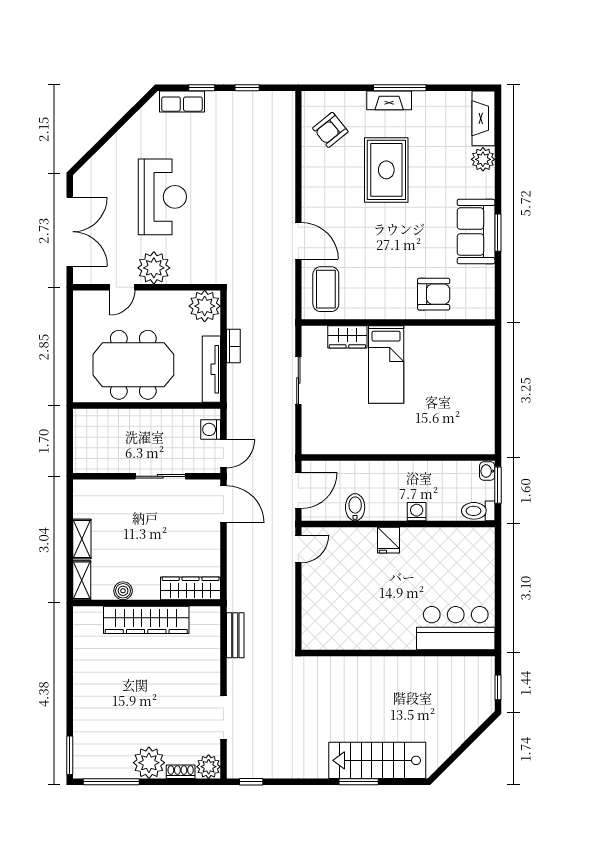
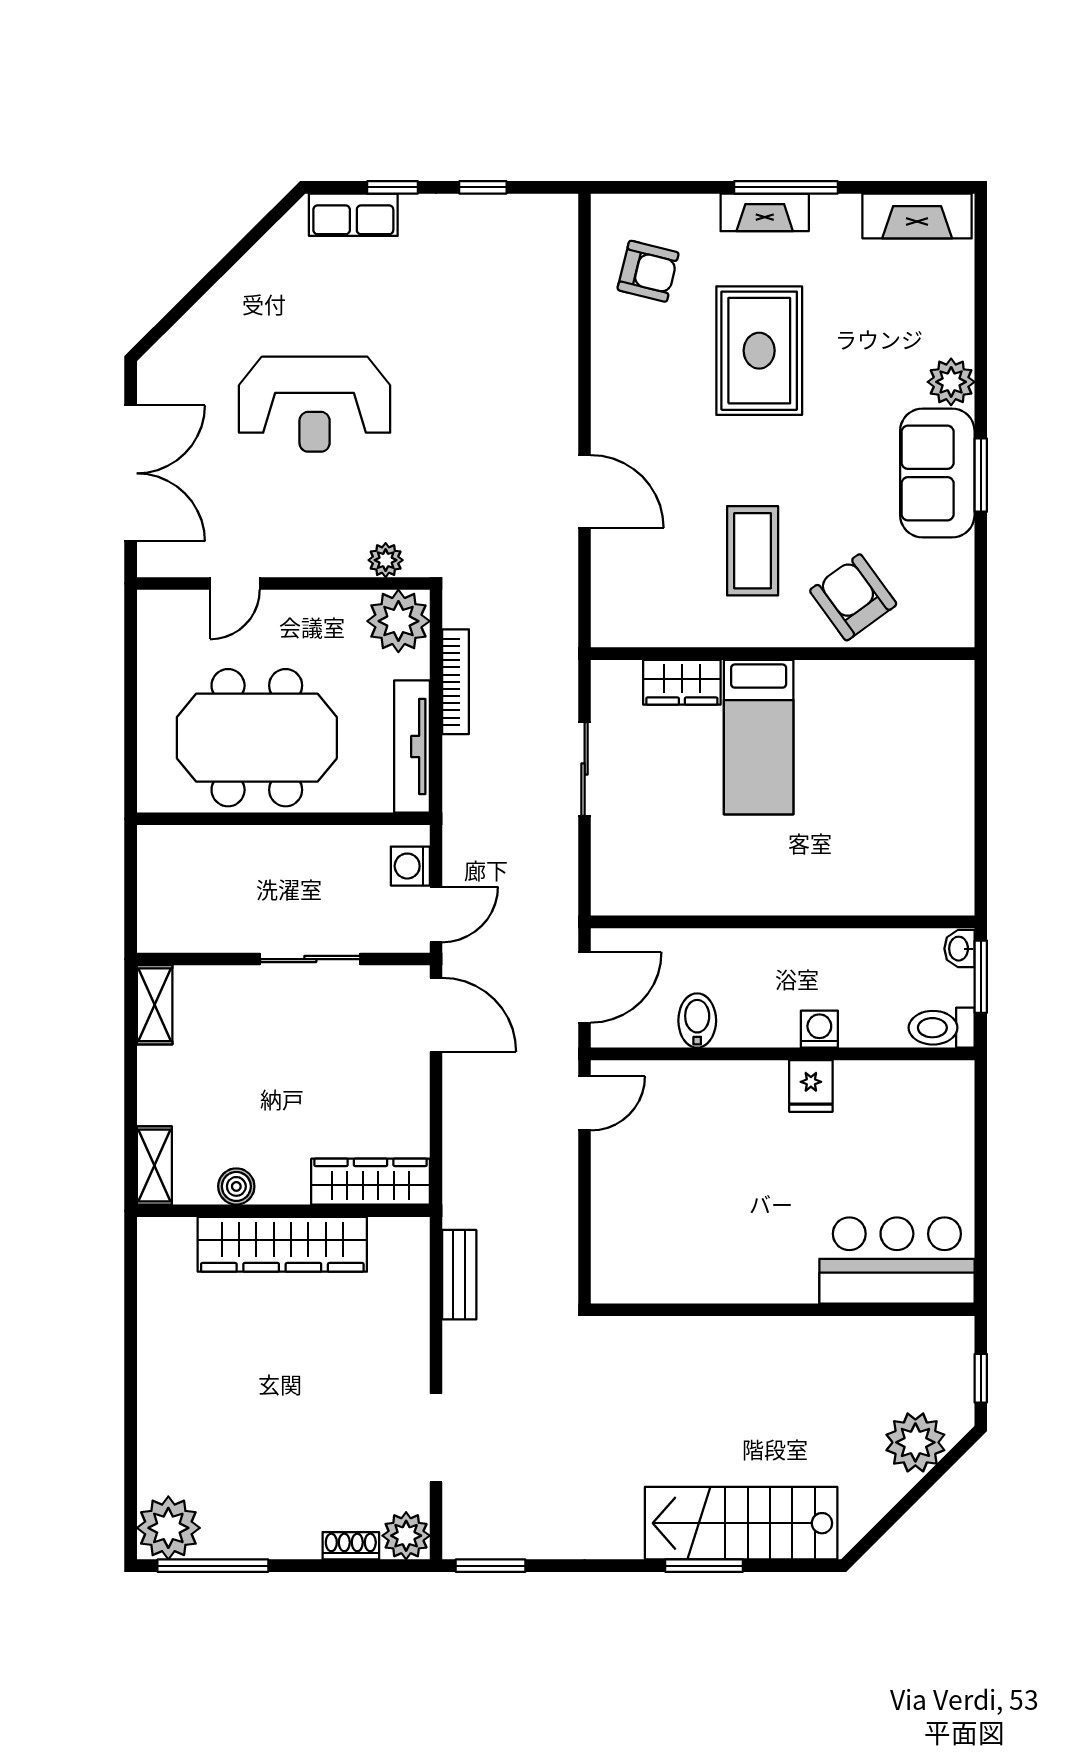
fireplace: (483, 118) -> (917, 216), moved, turned -90
armchair: (330, 130) -> (648, 271), turned -127
plant: (483, 159) -> (951, 382), moved
reception desk: (162, 197) -> (315, 404), turned 90
plant: (154, 268) -> (386, 560), moved, width x0.53, depth x0.53
coffee table: (326, 289) -> (753, 551), moved
armchair: (434, 294) -> (853, 597), turned -126
bookcase: (233, 346) -> (456, 682), width x1.56
shelving: (82, 539) -> (155, 1005), moved
fridge: (389, 540) -> (811, 1086), moved
plant: (465, 720) -> (915, 1442), added
window: (70, 755) -> (131, 1513), removed
plant: (149, 763) -> (168, 1528), moved
window: (251, 782) -> (491, 1566), width x1.50

